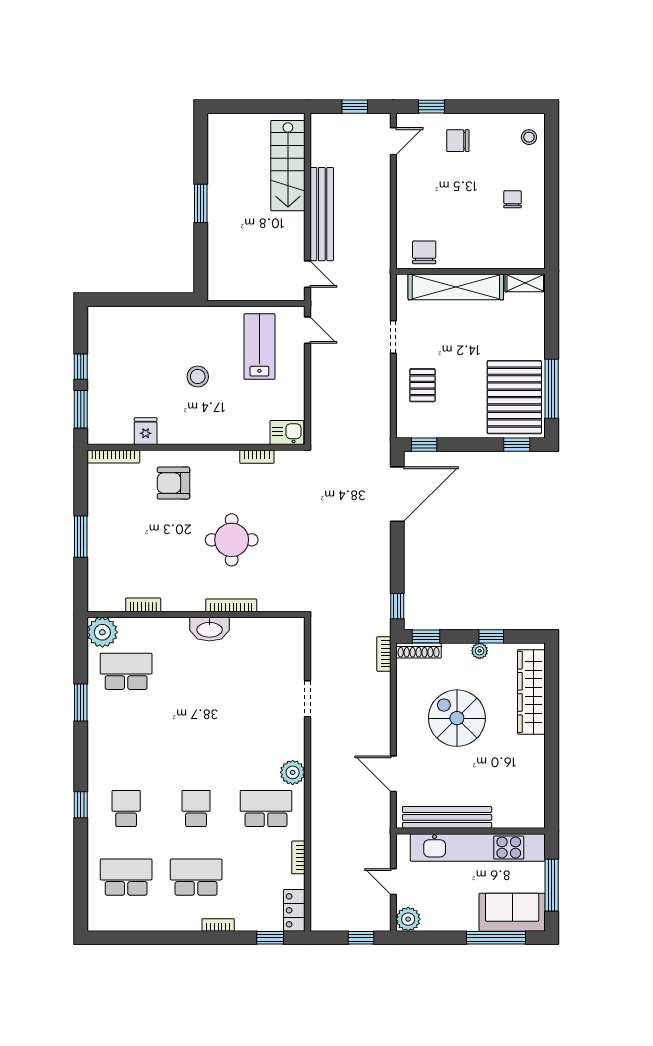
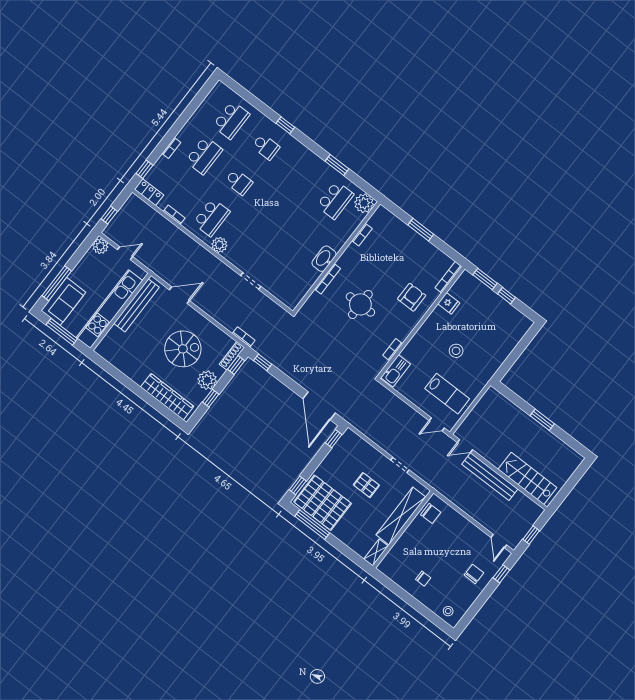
pallet: (422, 385) -> (366, 485), moved
kitchen sink: (287, 432) -> (396, 371), width x1.38
plant: (480, 651) -> (207, 380), width x1.88, depth x1.88

